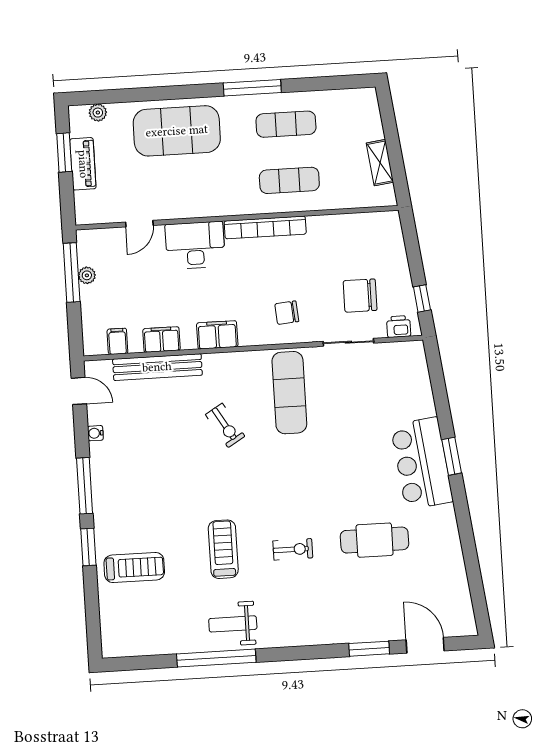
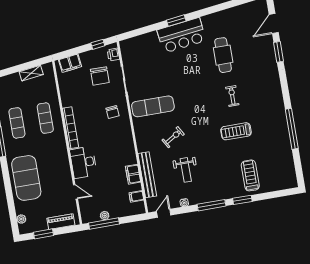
piano: (83, 164) -> (61, 222), moved
filing cabinet: (217, 335) -> (70, 63), moved, turned -97
weight bench: (233, 624) -> (186, 170), moved

